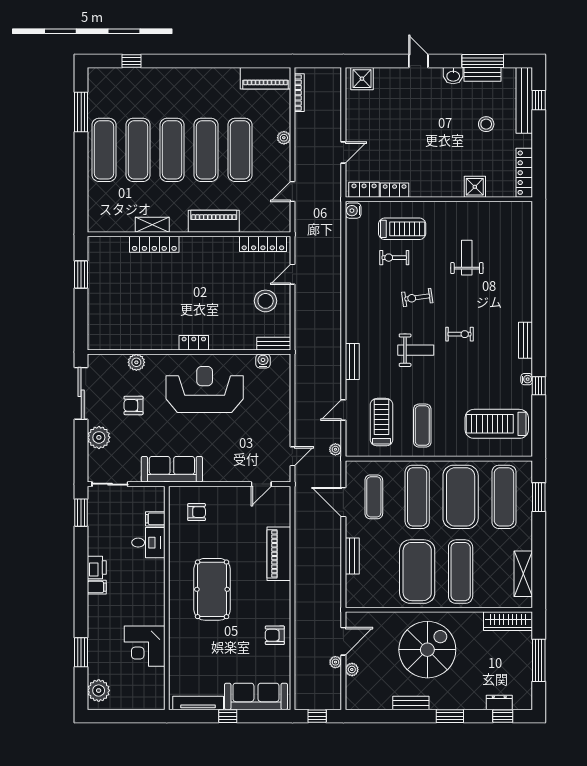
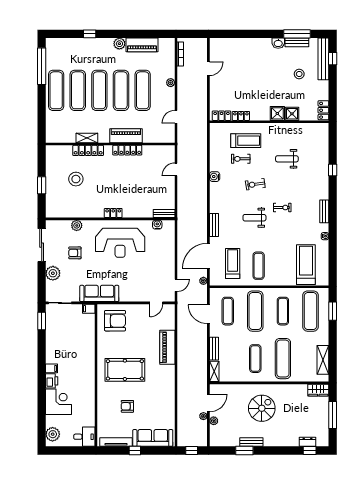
window: (131, 61) -> (90, 34), moved
door: (418, 61) -> (256, 34), removed
plant: (204, 76) -> (119, 44), added
piano: (265, 78) -> (142, 45), moved
shower: (362, 79) -> (277, 113), moved
window: (81, 112) -> (42, 66), width x1.46
door: (343, 153) -> (208, 69), moved
locker: (524, 173) -> (323, 110), width x0.66
water cooler: (353, 211) -> (215, 177), moved
locker: (263, 244) -> (127, 150), moved
weight bench: (467, 258) -> (287, 159), turned -90
window: (81, 274) -> (42, 185), moved
stool: (266, 301) -> (76, 179), moved
weight bench: (416, 350) -> (254, 218), turned 180
window: (539, 386) -> (333, 170), moved
reception desk: (205, 390) -> (120, 243), turned 180
door: (343, 410) -> (208, 256), width x1.88
treadmill: (497, 424) -> (306, 265), turned 90
exercise mat: (461, 497) -> (283, 311), width x0.50, depth x0.69
armchair: (197, 512) -> (115, 321), width x1.88, depth x1.88
filing cabinet: (155, 519) -> (89, 309), moved
desk: (148, 543) -> (84, 437), moved
printer: (97, 568) -> (52, 381), moved
exercise mat: (417, 572) -> (255, 359), width x0.50, depth x0.69
pool table: (212, 589) -> (125, 370), turned 90
shelving: (353, 592) -> (214, 371), added
wardrobe: (508, 621) -> (318, 390), width x0.67
armchair: (275, 635) -> (127, 406), moved
corner desk: (145, 646) -> (58, 402), moved, turned 180
spiral stairs: (427, 650) -> (262, 408), width x0.73, depth x0.73
window: (81, 652) -> (42, 410), removed
window: (450, 716) -> (244, 450), moved

